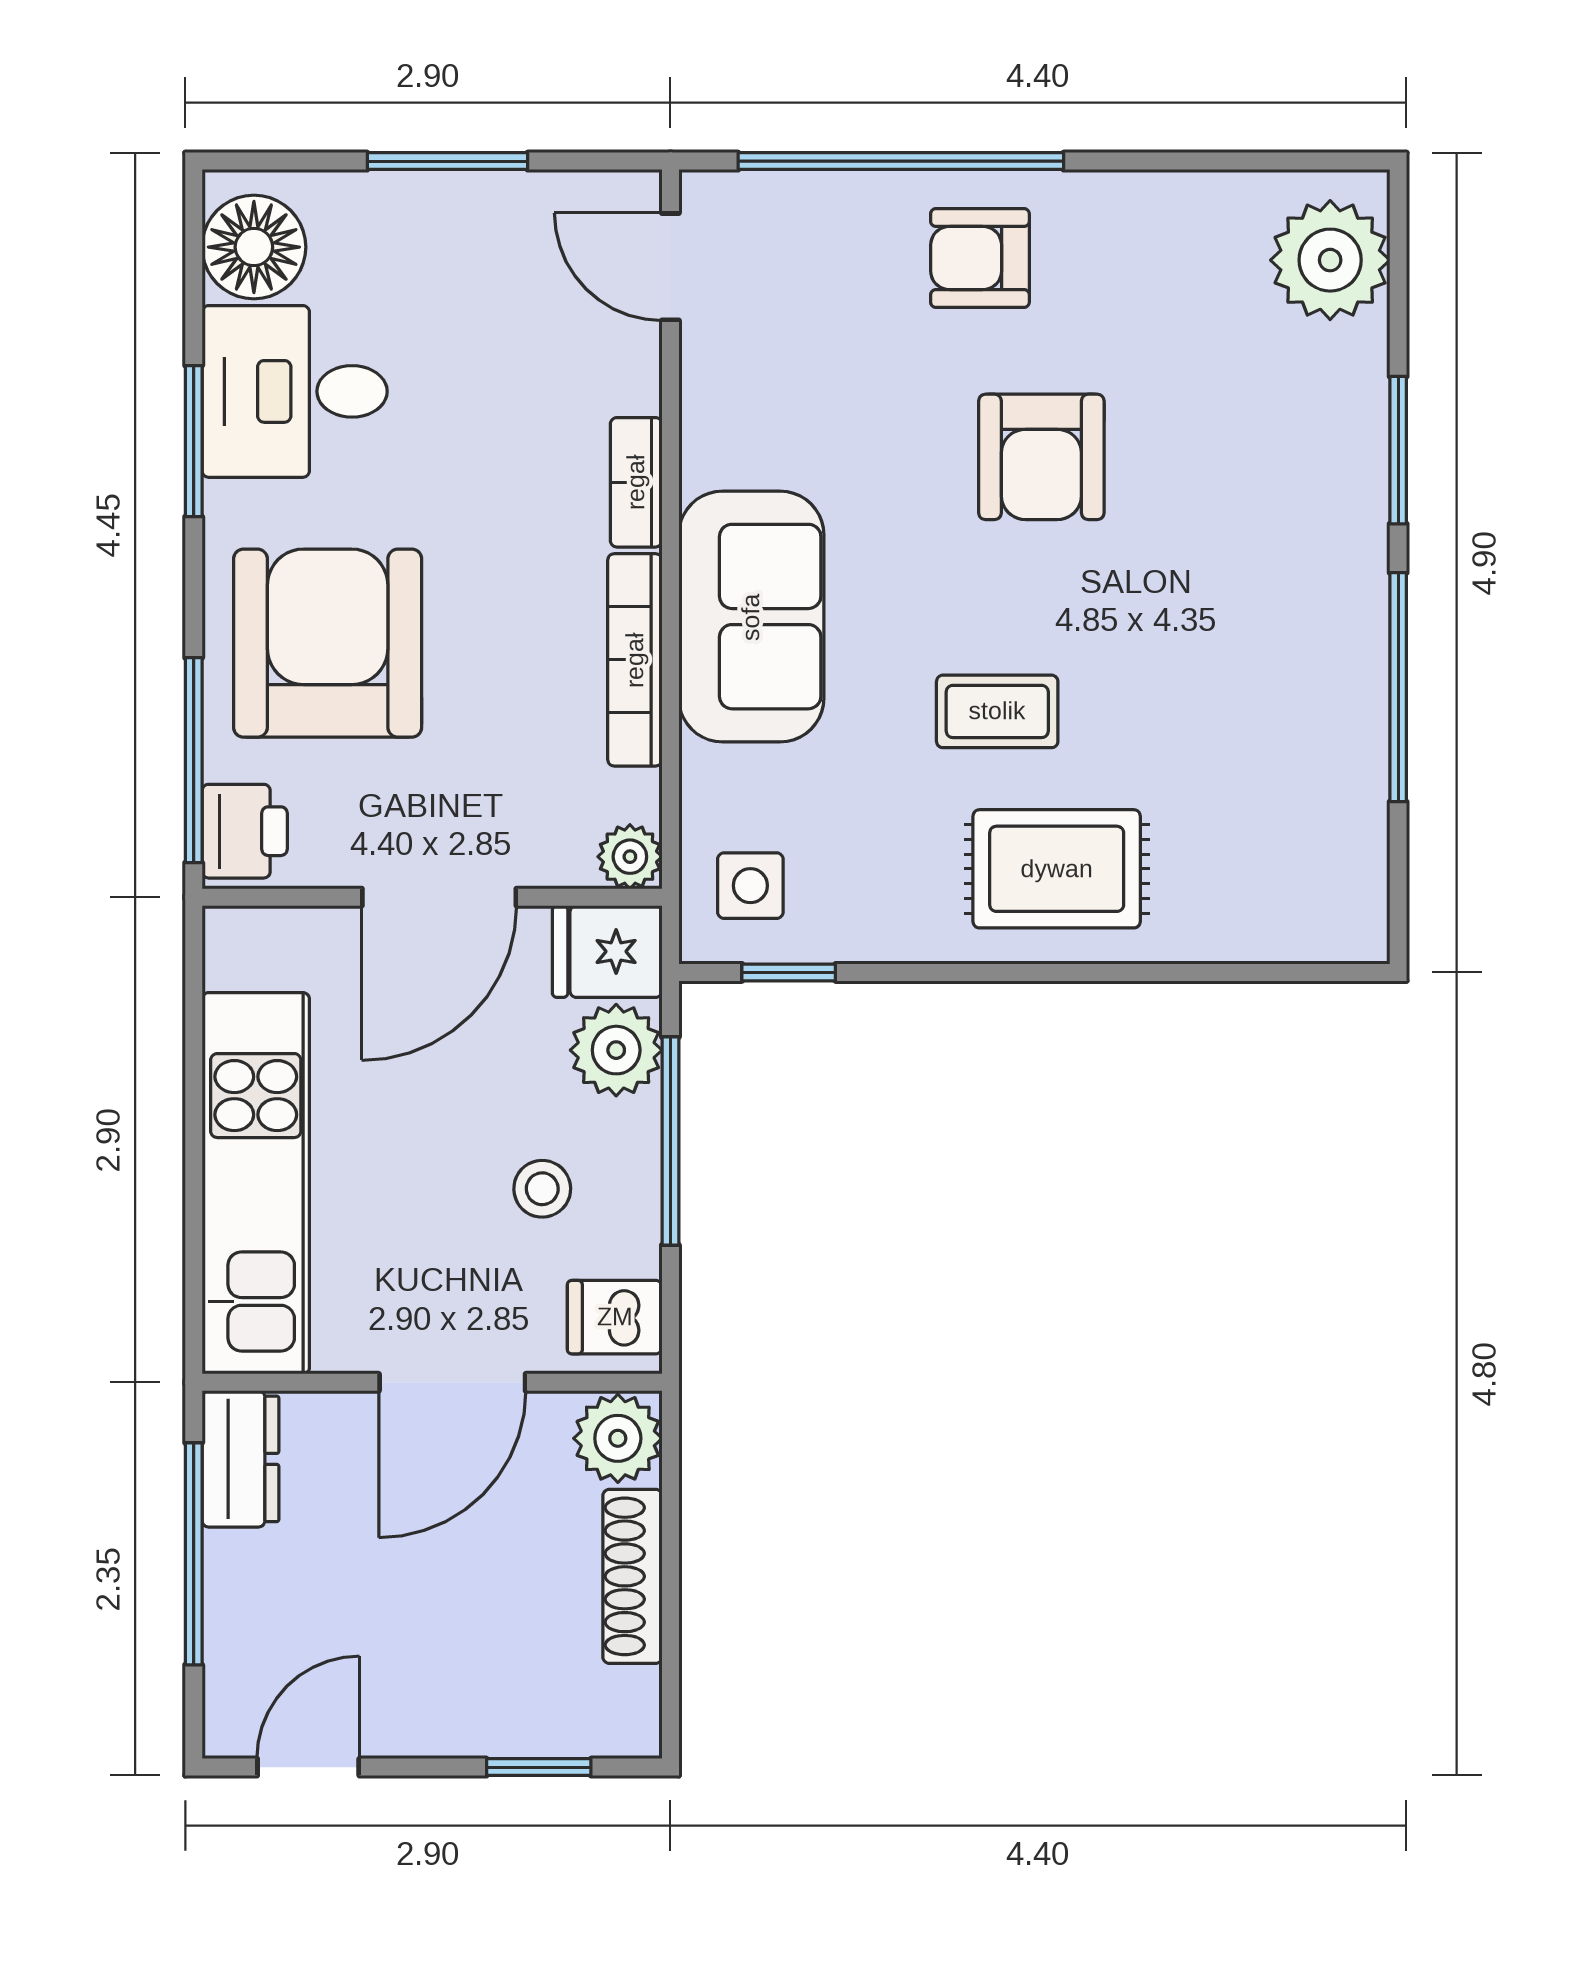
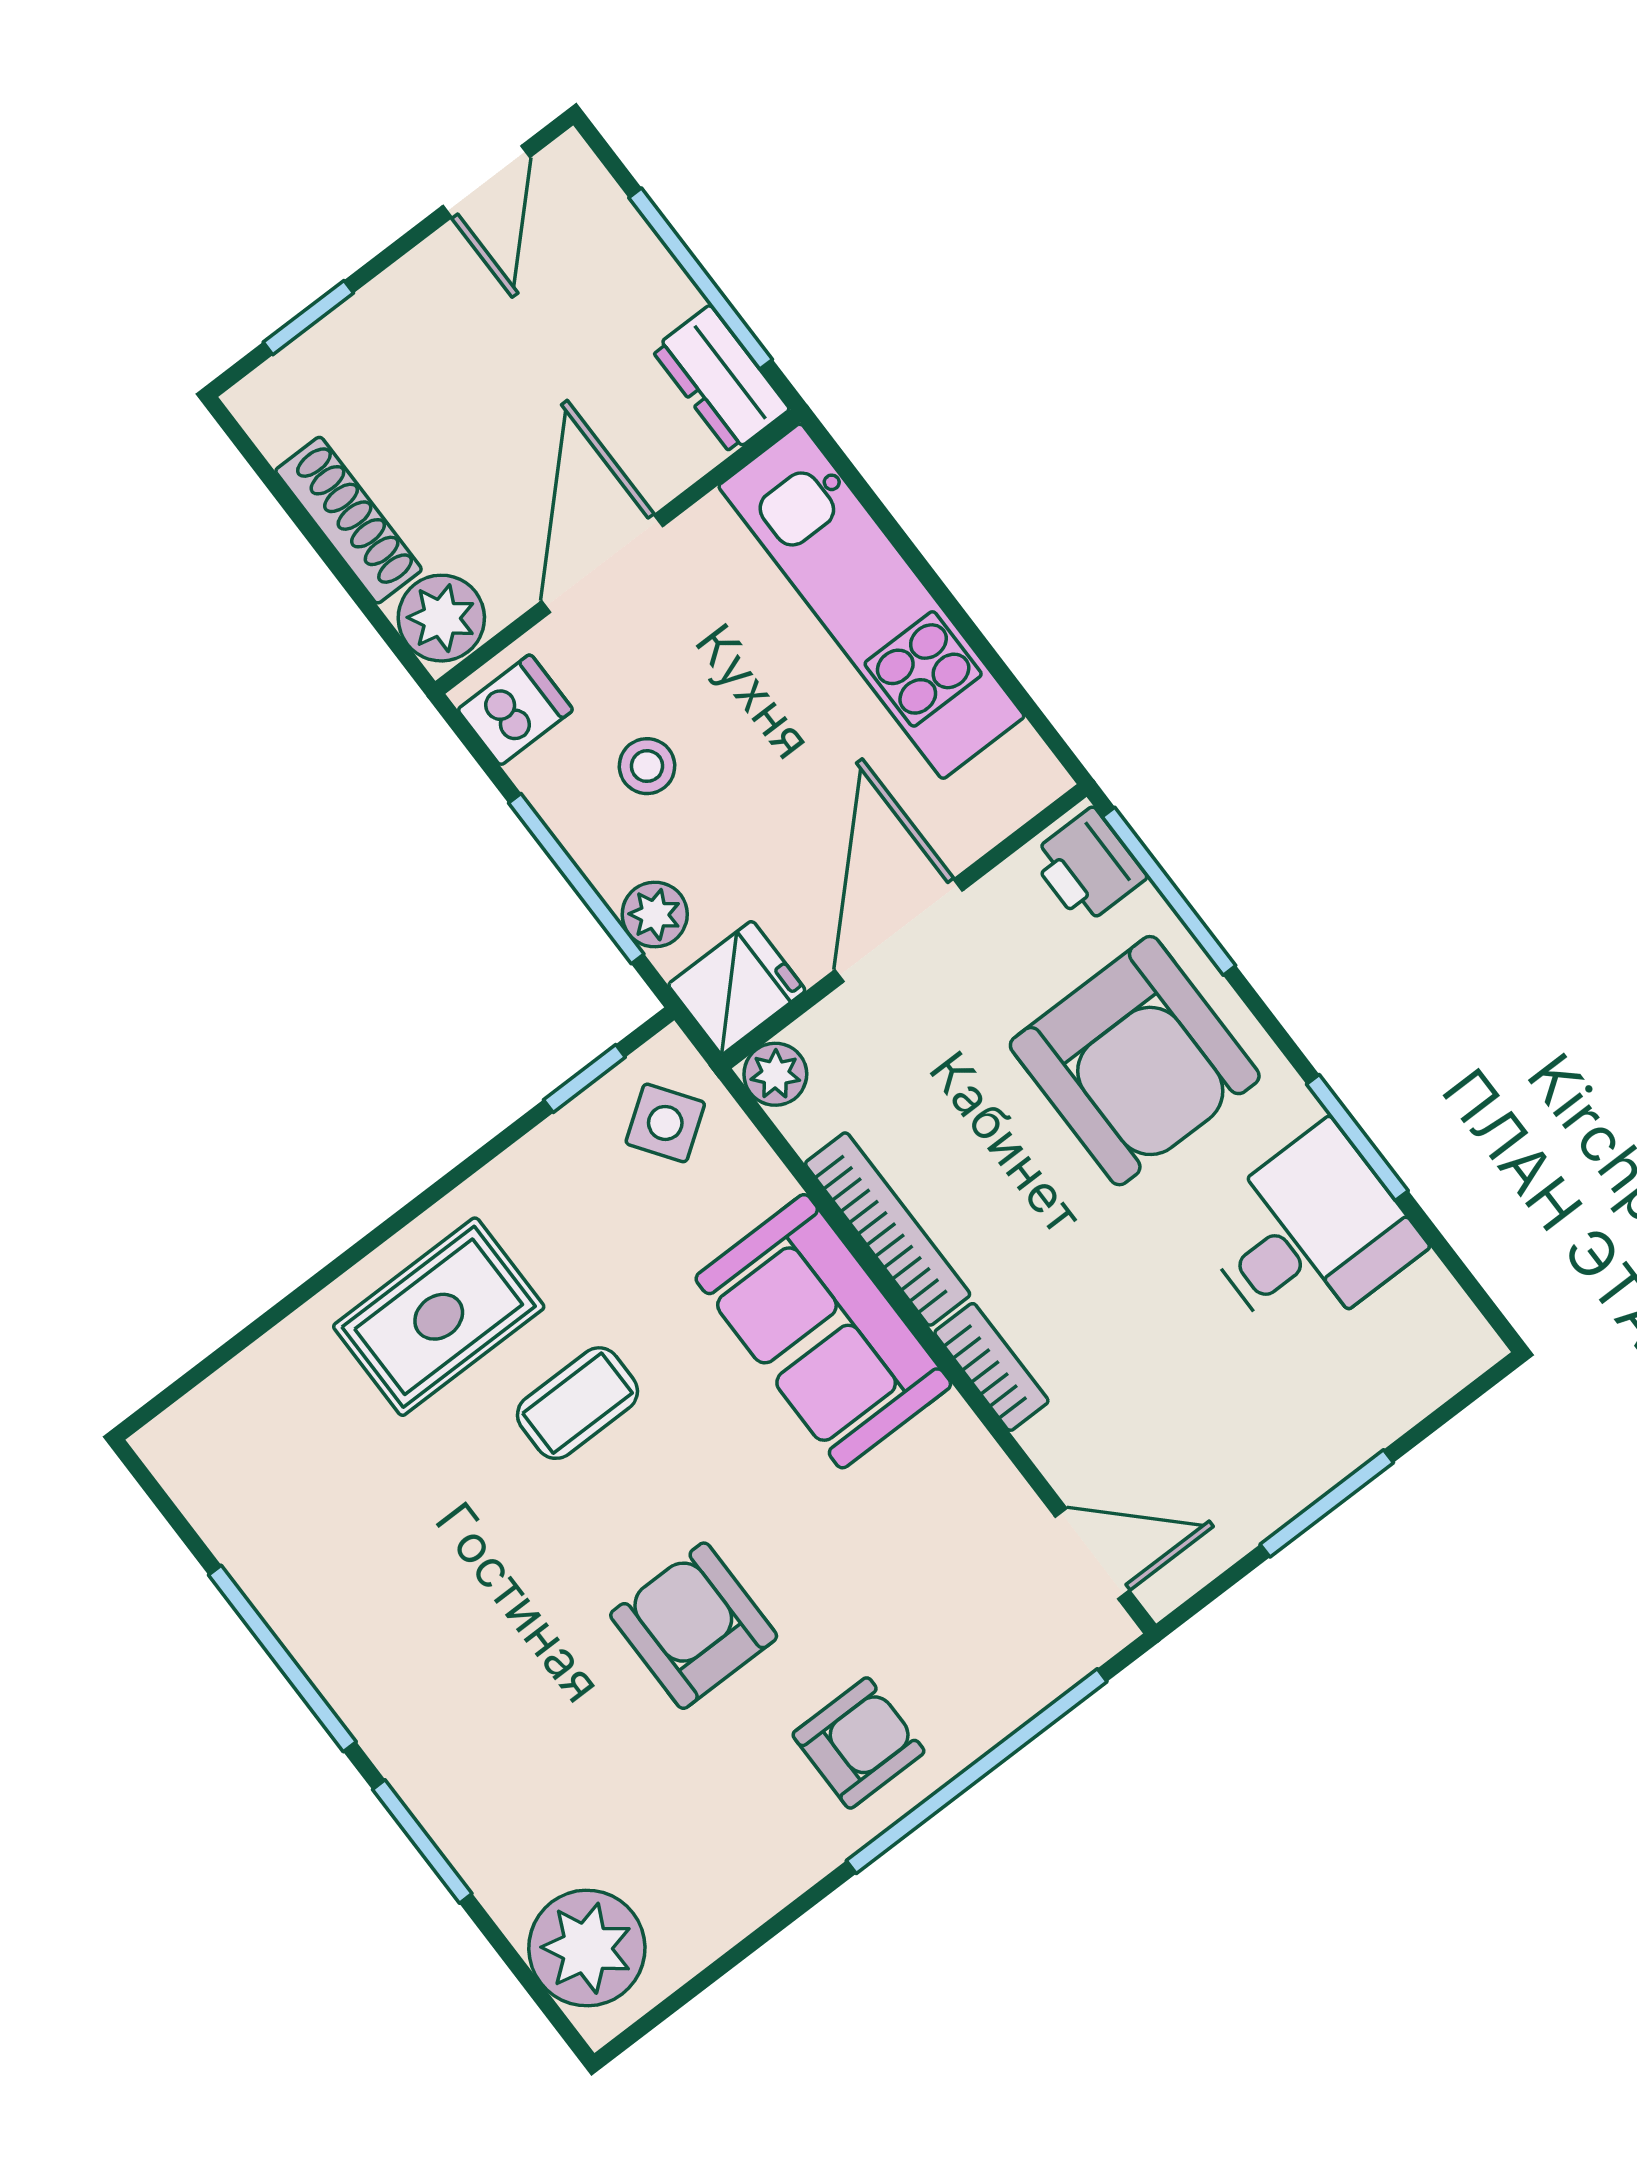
floor lamp: (254, 247) -> (1425, 1323), removed
side table: (750, 886) -> (665, 1123), turned -35
plant: (616, 1050) -> (655, 914), width x0.73, depth x0.73

